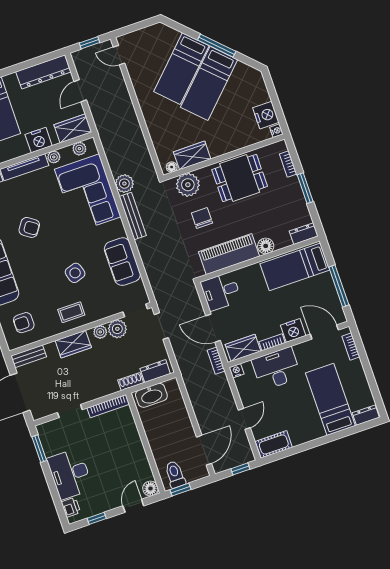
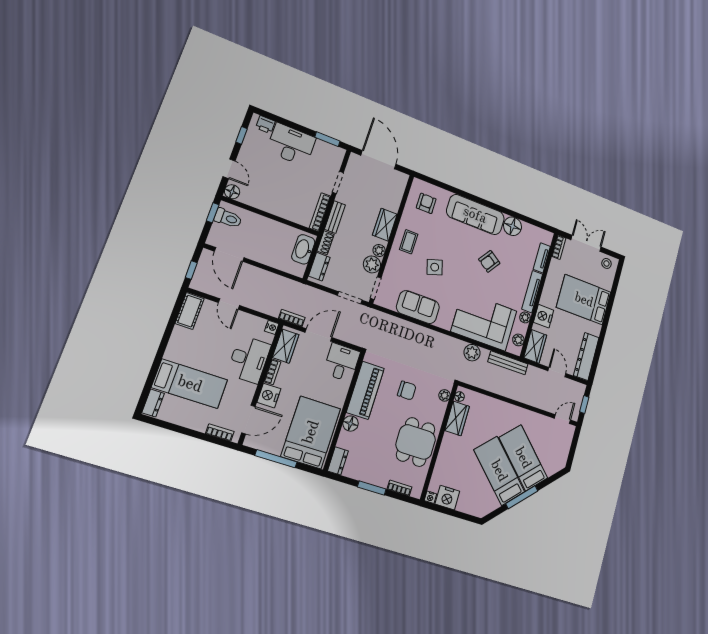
plant: (188, 185) -> (445, 395), width x0.53, depth x0.53
bench: (133, 216) -> (508, 363), moved
bed: (295, 267) -> (311, 432), width x1.50
bench: (29, 356) -> (335, 217), moved

